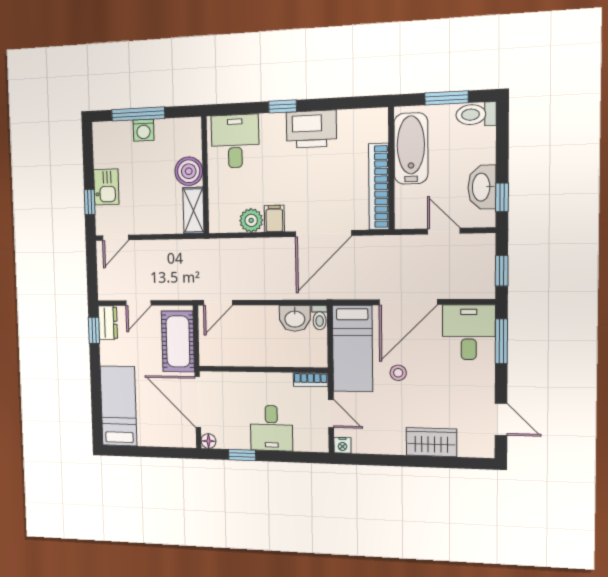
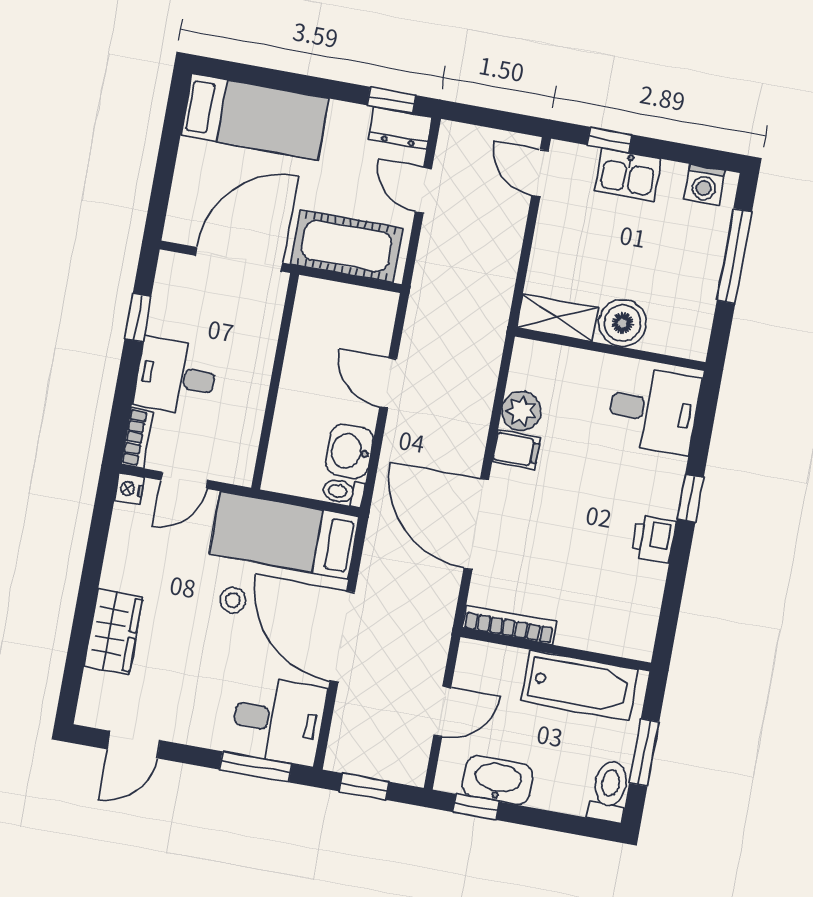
printer: (311, 129) -> (654, 539), width x0.53, depth x0.68
washing machine: (143, 130) -> (704, 185), moved, turned -90
bookcase: (379, 187) -> (509, 625), width x0.68, depth x0.76
door: (218, 303) -> (388, 383), moved
bookcase: (311, 380) -> (137, 438), moved, turned 180
floor lamp: (208, 441) -> (170, 264), removed

